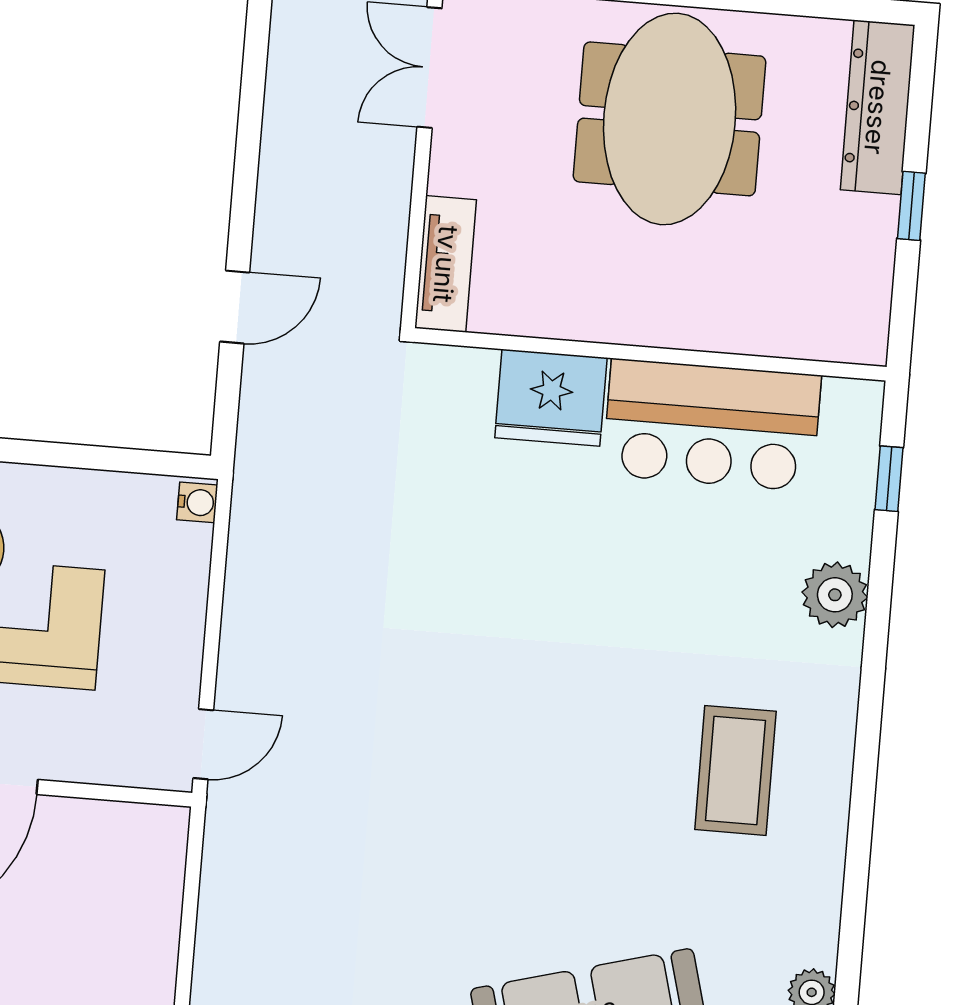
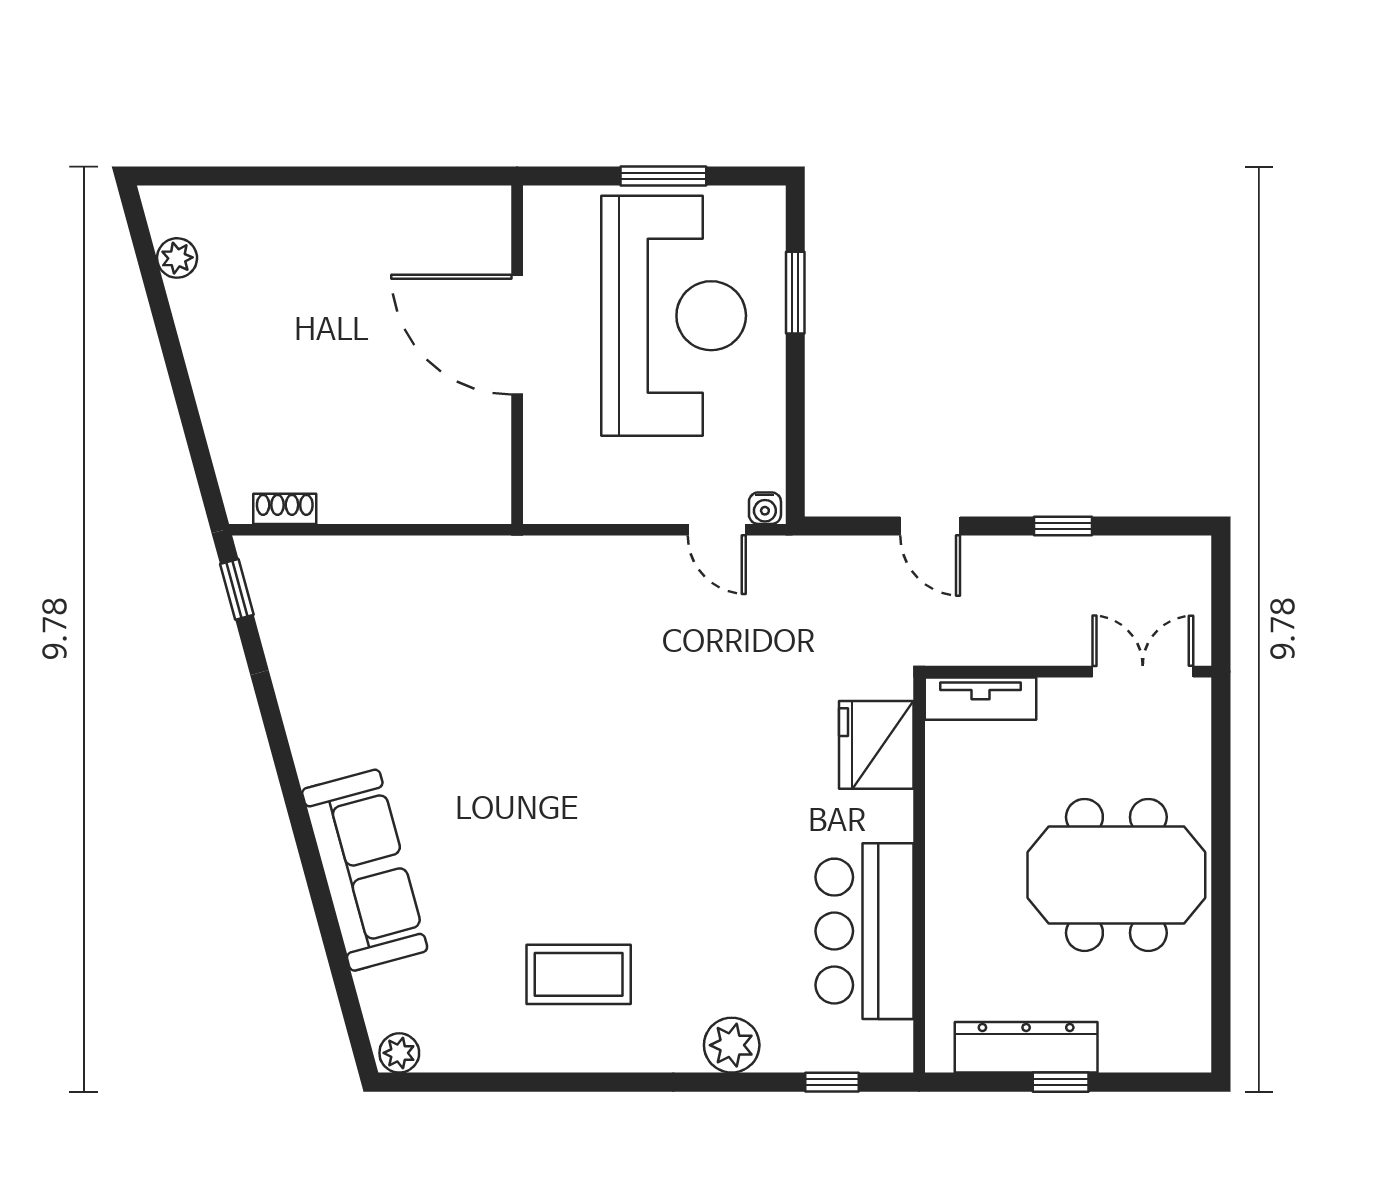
dresser: (878, 107) -> (1026, 1047), moved
window: (248, 148) -> (1063, 526), added
fridge: (551, 398) -> (876, 745), moved
door: (203, 744) -> (717, 530), moved

